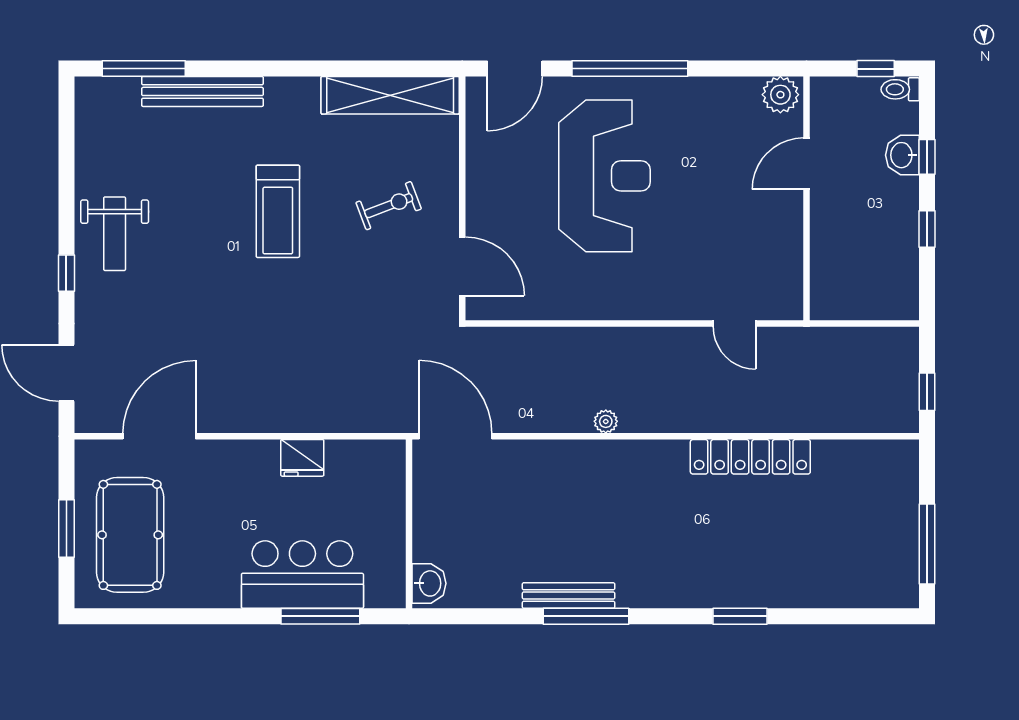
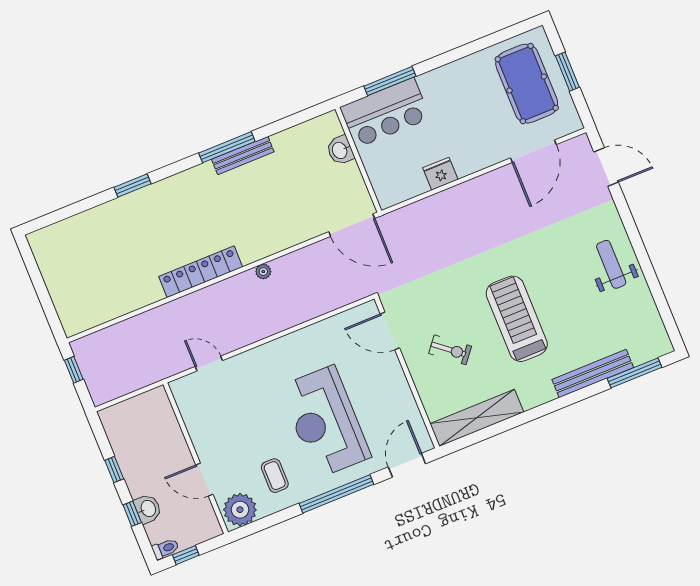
plant: (780, 95) -> (240, 510), width x1.36, depth x1.36
coffee table: (706, 129) -> (275, 476), added
door: (807, 164) -> (204, 480), swing flipped
exercise bike: (389, 206) -> (450, 350), turned -120
treadmill: (278, 211) -> (517, 319), width x1.37, depth x1.37
window: (66, 273) -> (631, 228), removed
locker: (750, 457) -> (201, 272), moved
window: (927, 544) -> (36, 276), removed
bar counter: (302, 575) -> (385, 113), moved
washbasin: (429, 583) -> (340, 150), moved

